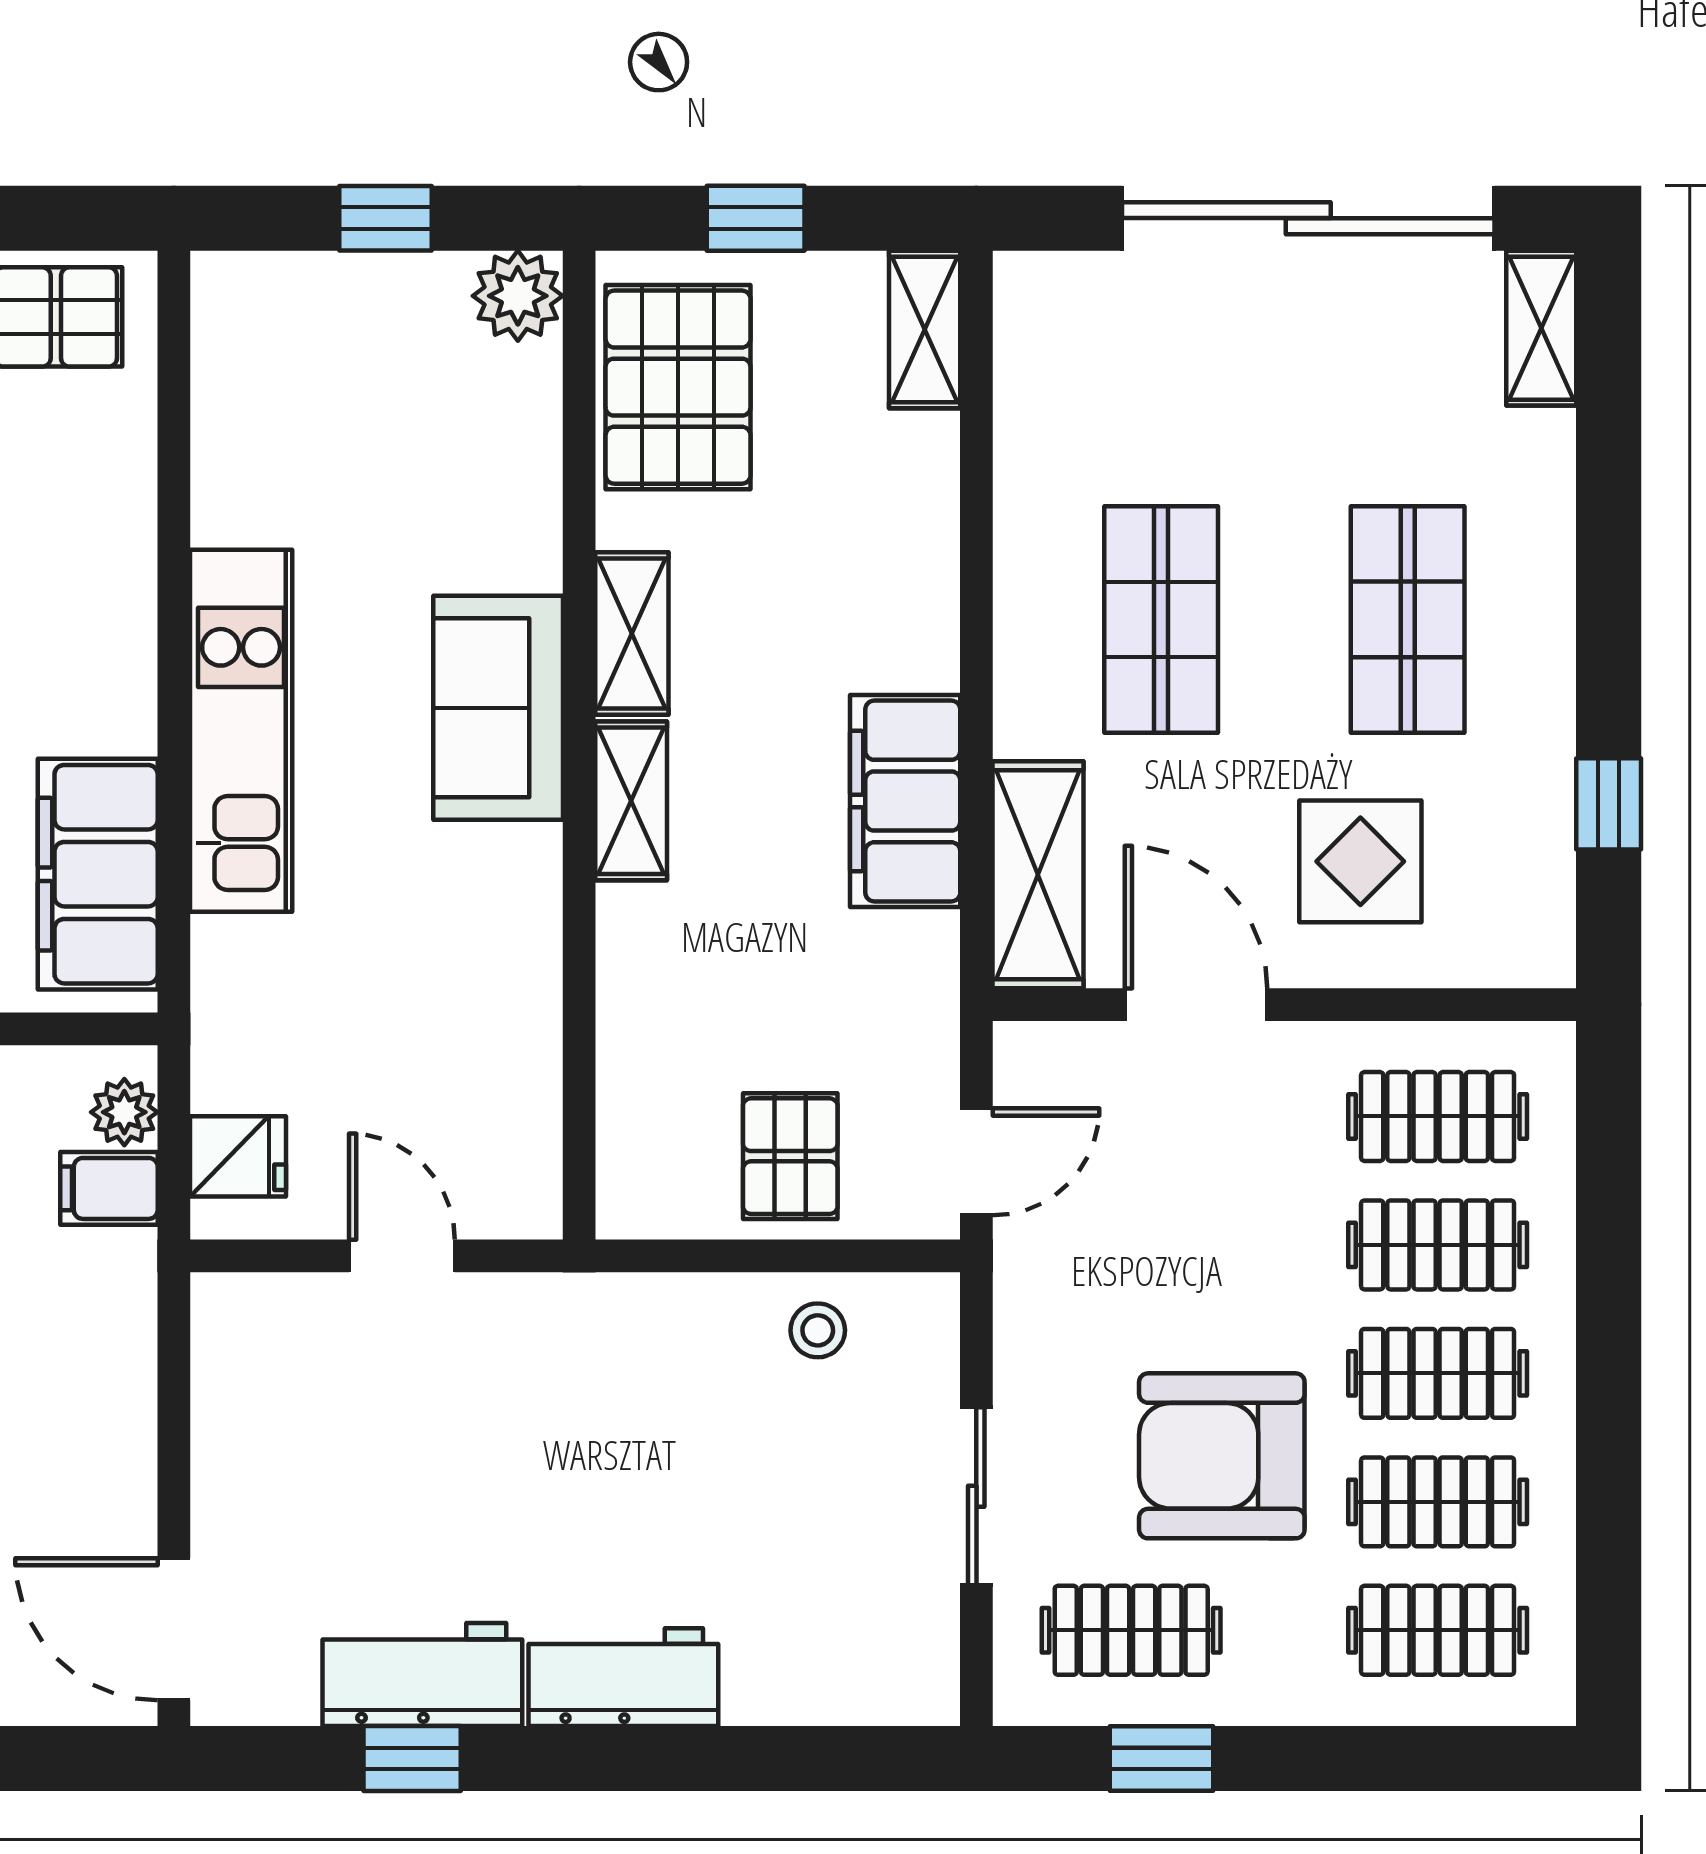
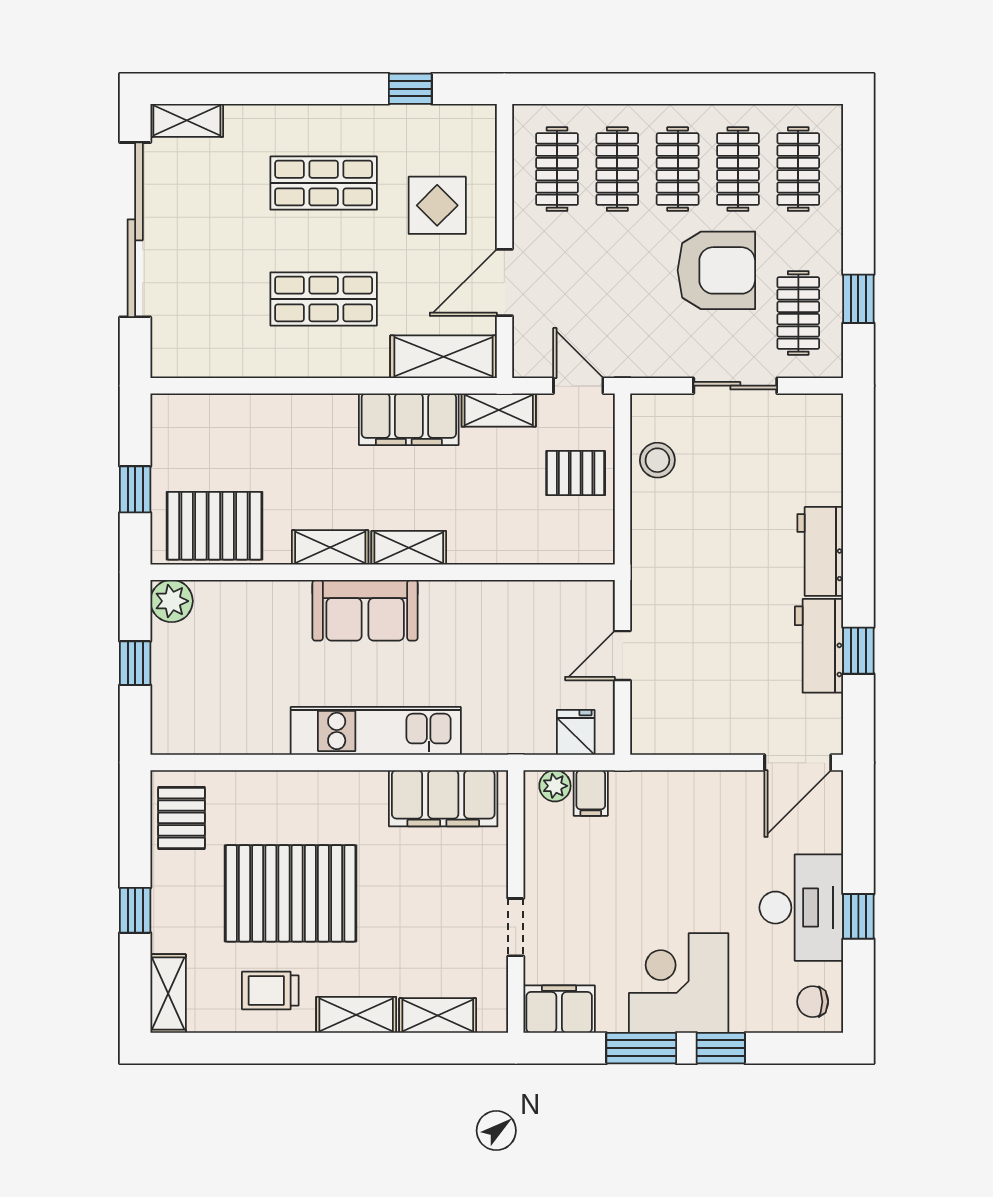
shelving: (925, 330) -> (499, 410), moved
stool: (818, 1330) -> (657, 460), width x1.37, depth x1.37
armchair: (1222, 1456) -> (716, 270), turned -90

